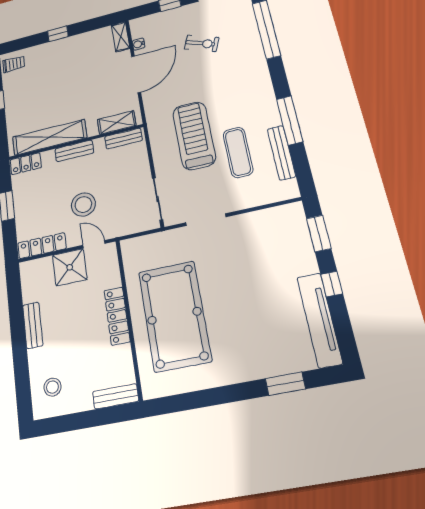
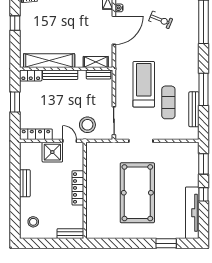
bench: (74, 151) -> (60, 75), width x1.36
stool: (83, 205) -> (87, 125), moved
pool table: (174, 316) -> (137, 193), moved

